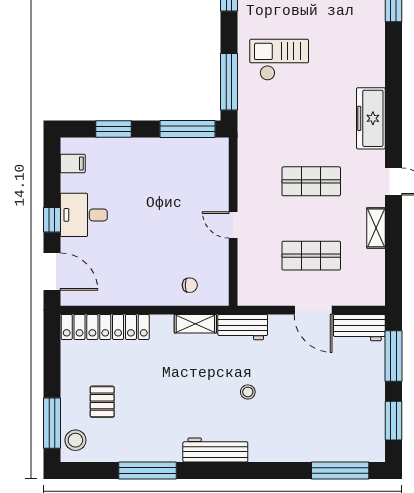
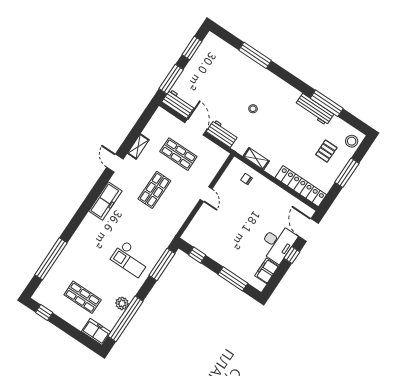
window: (113, 129) -> (233, 279), width x1.44
window: (188, 129) -> (197, 255), width x0.46
filing cabinet: (73, 164) -> (267, 271), width x2.00
shop shelf: (311, 181) -> (154, 190), turned 90
desk: (84, 215) -> (278, 243), width x1.37
workbench: (243, 327) -> (222, 134), moved
window: (52, 423) -> (347, 173), moved
workbench: (215, 450) -> (314, 109), moved
window: (340, 470) -> (255, 55), moved

